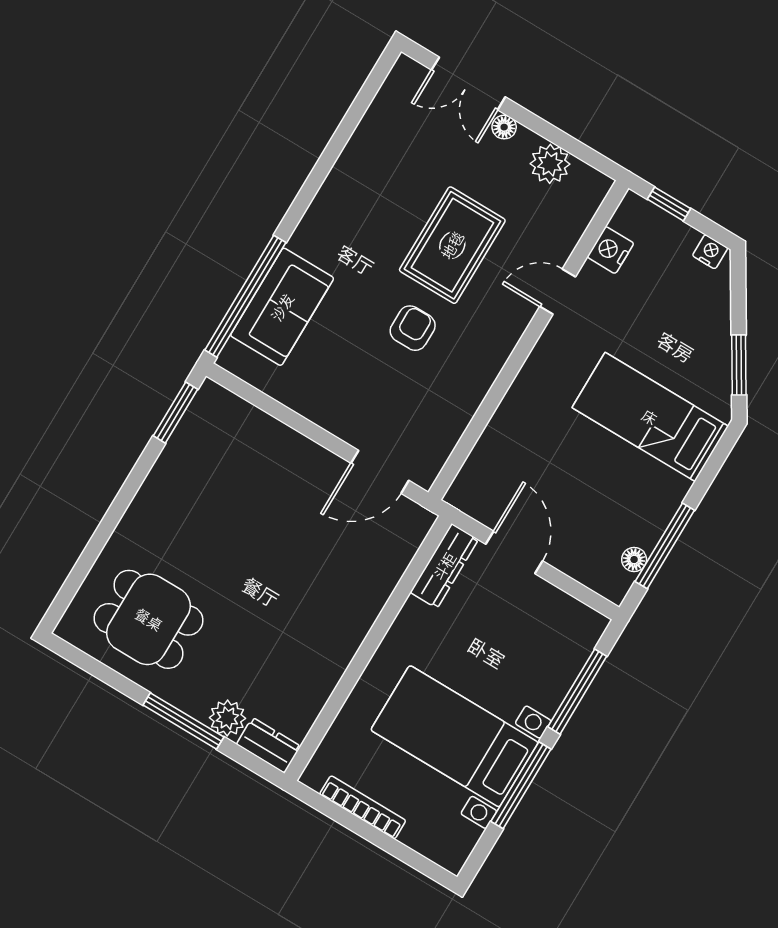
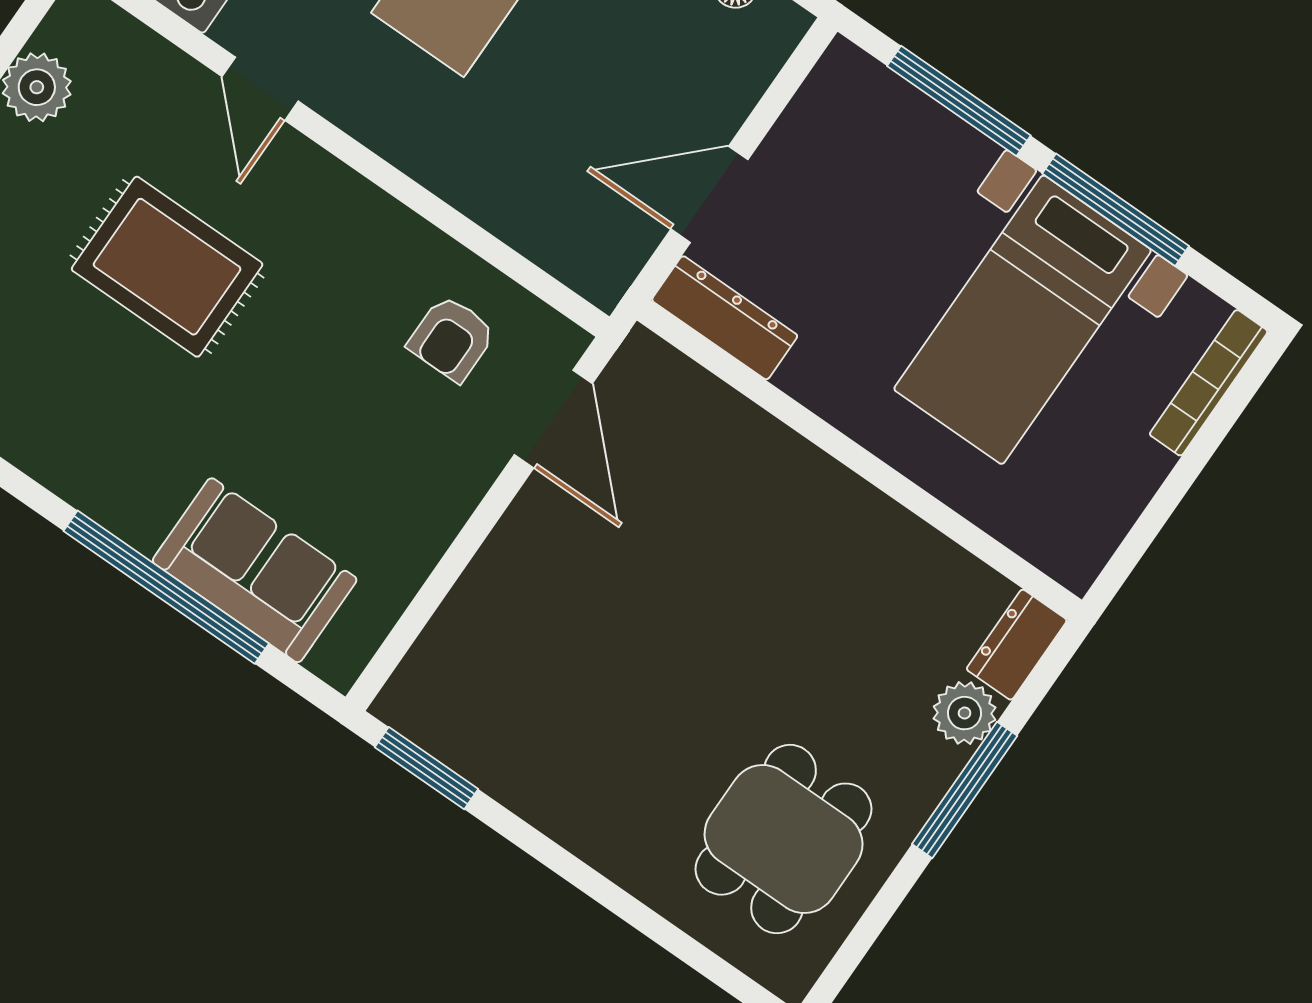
window: (245, 296) -> (166, 587), moved
armchair: (413, 328) -> (452, 338), moved, turned -90
bookcase: (363, 807) -> (1209, 383), moved

